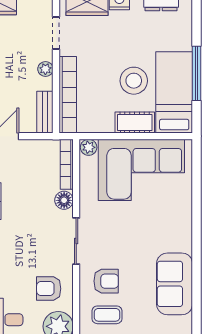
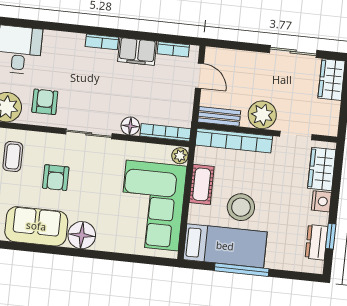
plant: (45, 69) -> (262, 115), width x1.88, depth x1.88
cot: (135, 122) -> (202, 184), moved
floor lamp: (179, 237) -> (82, 235), added
armchair: (106, 281) -> (56, 178), moved

